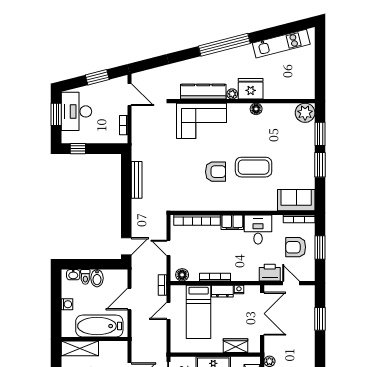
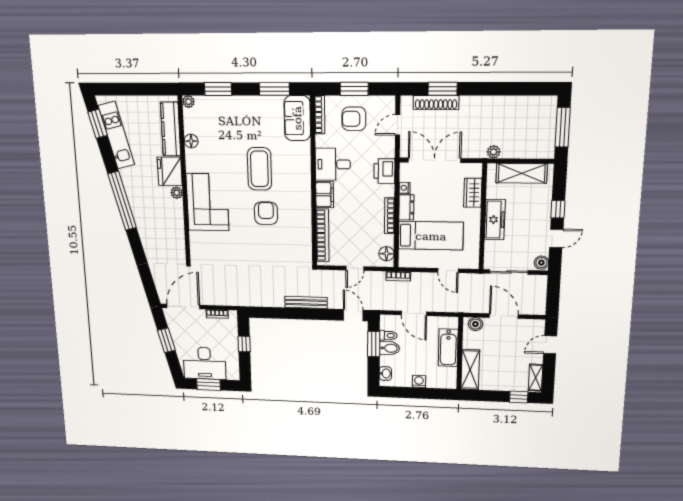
window: (291, 28) -> (98, 124), added
kitchen counter: (203, 92) -> (171, 129), moved
door: (130, 95) -> (183, 307), width x1.36
floor lamp: (256, 109) -> (191, 141), moved
plant: (305, 113) -> (188, 102), width x0.53, depth x0.53
corner sofa: (201, 121) -> (207, 202), moved
window: (78, 149) -> (244, 344), moved
window: (320, 165) -> (274, 89), moved
bench: (137, 180) -> (306, 302), moved
armchair: (296, 247) -> (354, 119), turned 90
window: (100, 264) -> (374, 344), added
printer: (270, 273) -> (384, 171), moved
toilet: (85, 277) -> (388, 335), moved
door: (169, 311) -> (448, 271), moved
shoe rack: (309, 314) -> (436, 102), added
bathtub: (99, 326) -> (448, 348), width x0.73, depth x0.73
boiler: (122, 352) -> (475, 324), added

